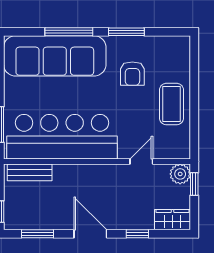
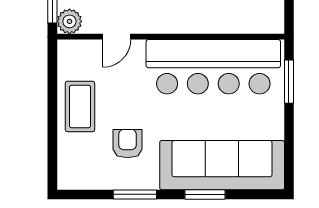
window: (69, 32) -> (205, 194), width x0.69
bench: (30, 172) -> (253, 23), removed

